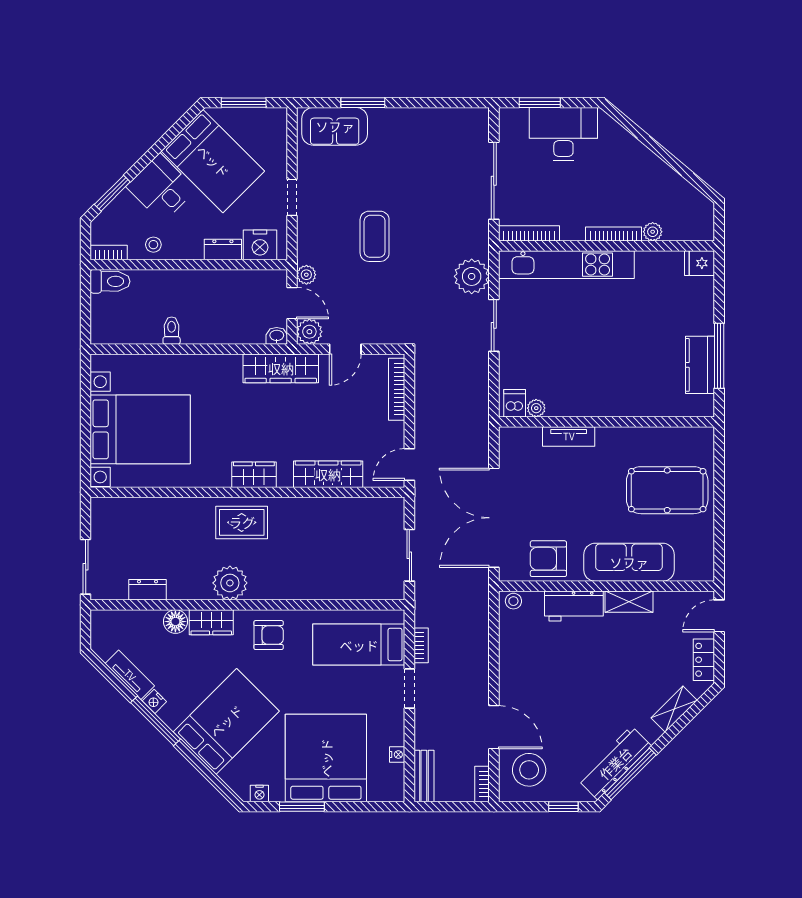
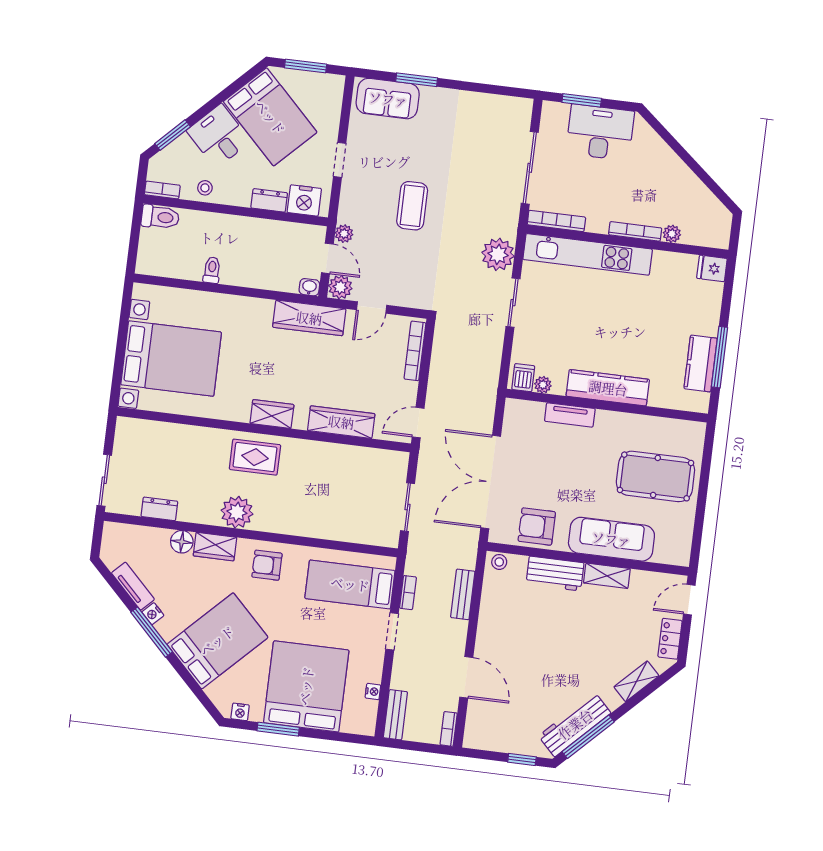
kitchen counter: (605, 403) -> (608, 388), added
armchair: (269, 635) -> (267, 565), turned 180
bench: (479, 640) -> (463, 594), added
stool: (529, 770) -> (494, 721), removed

